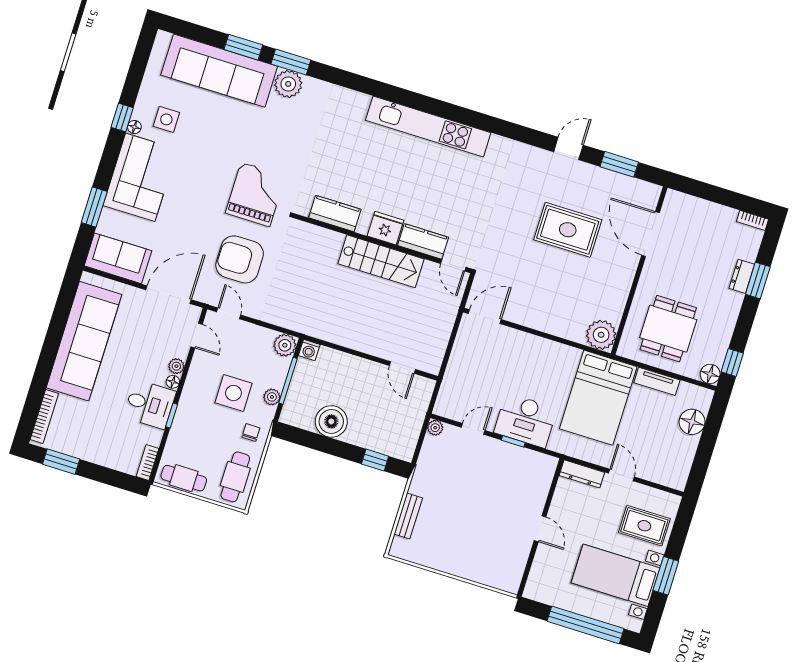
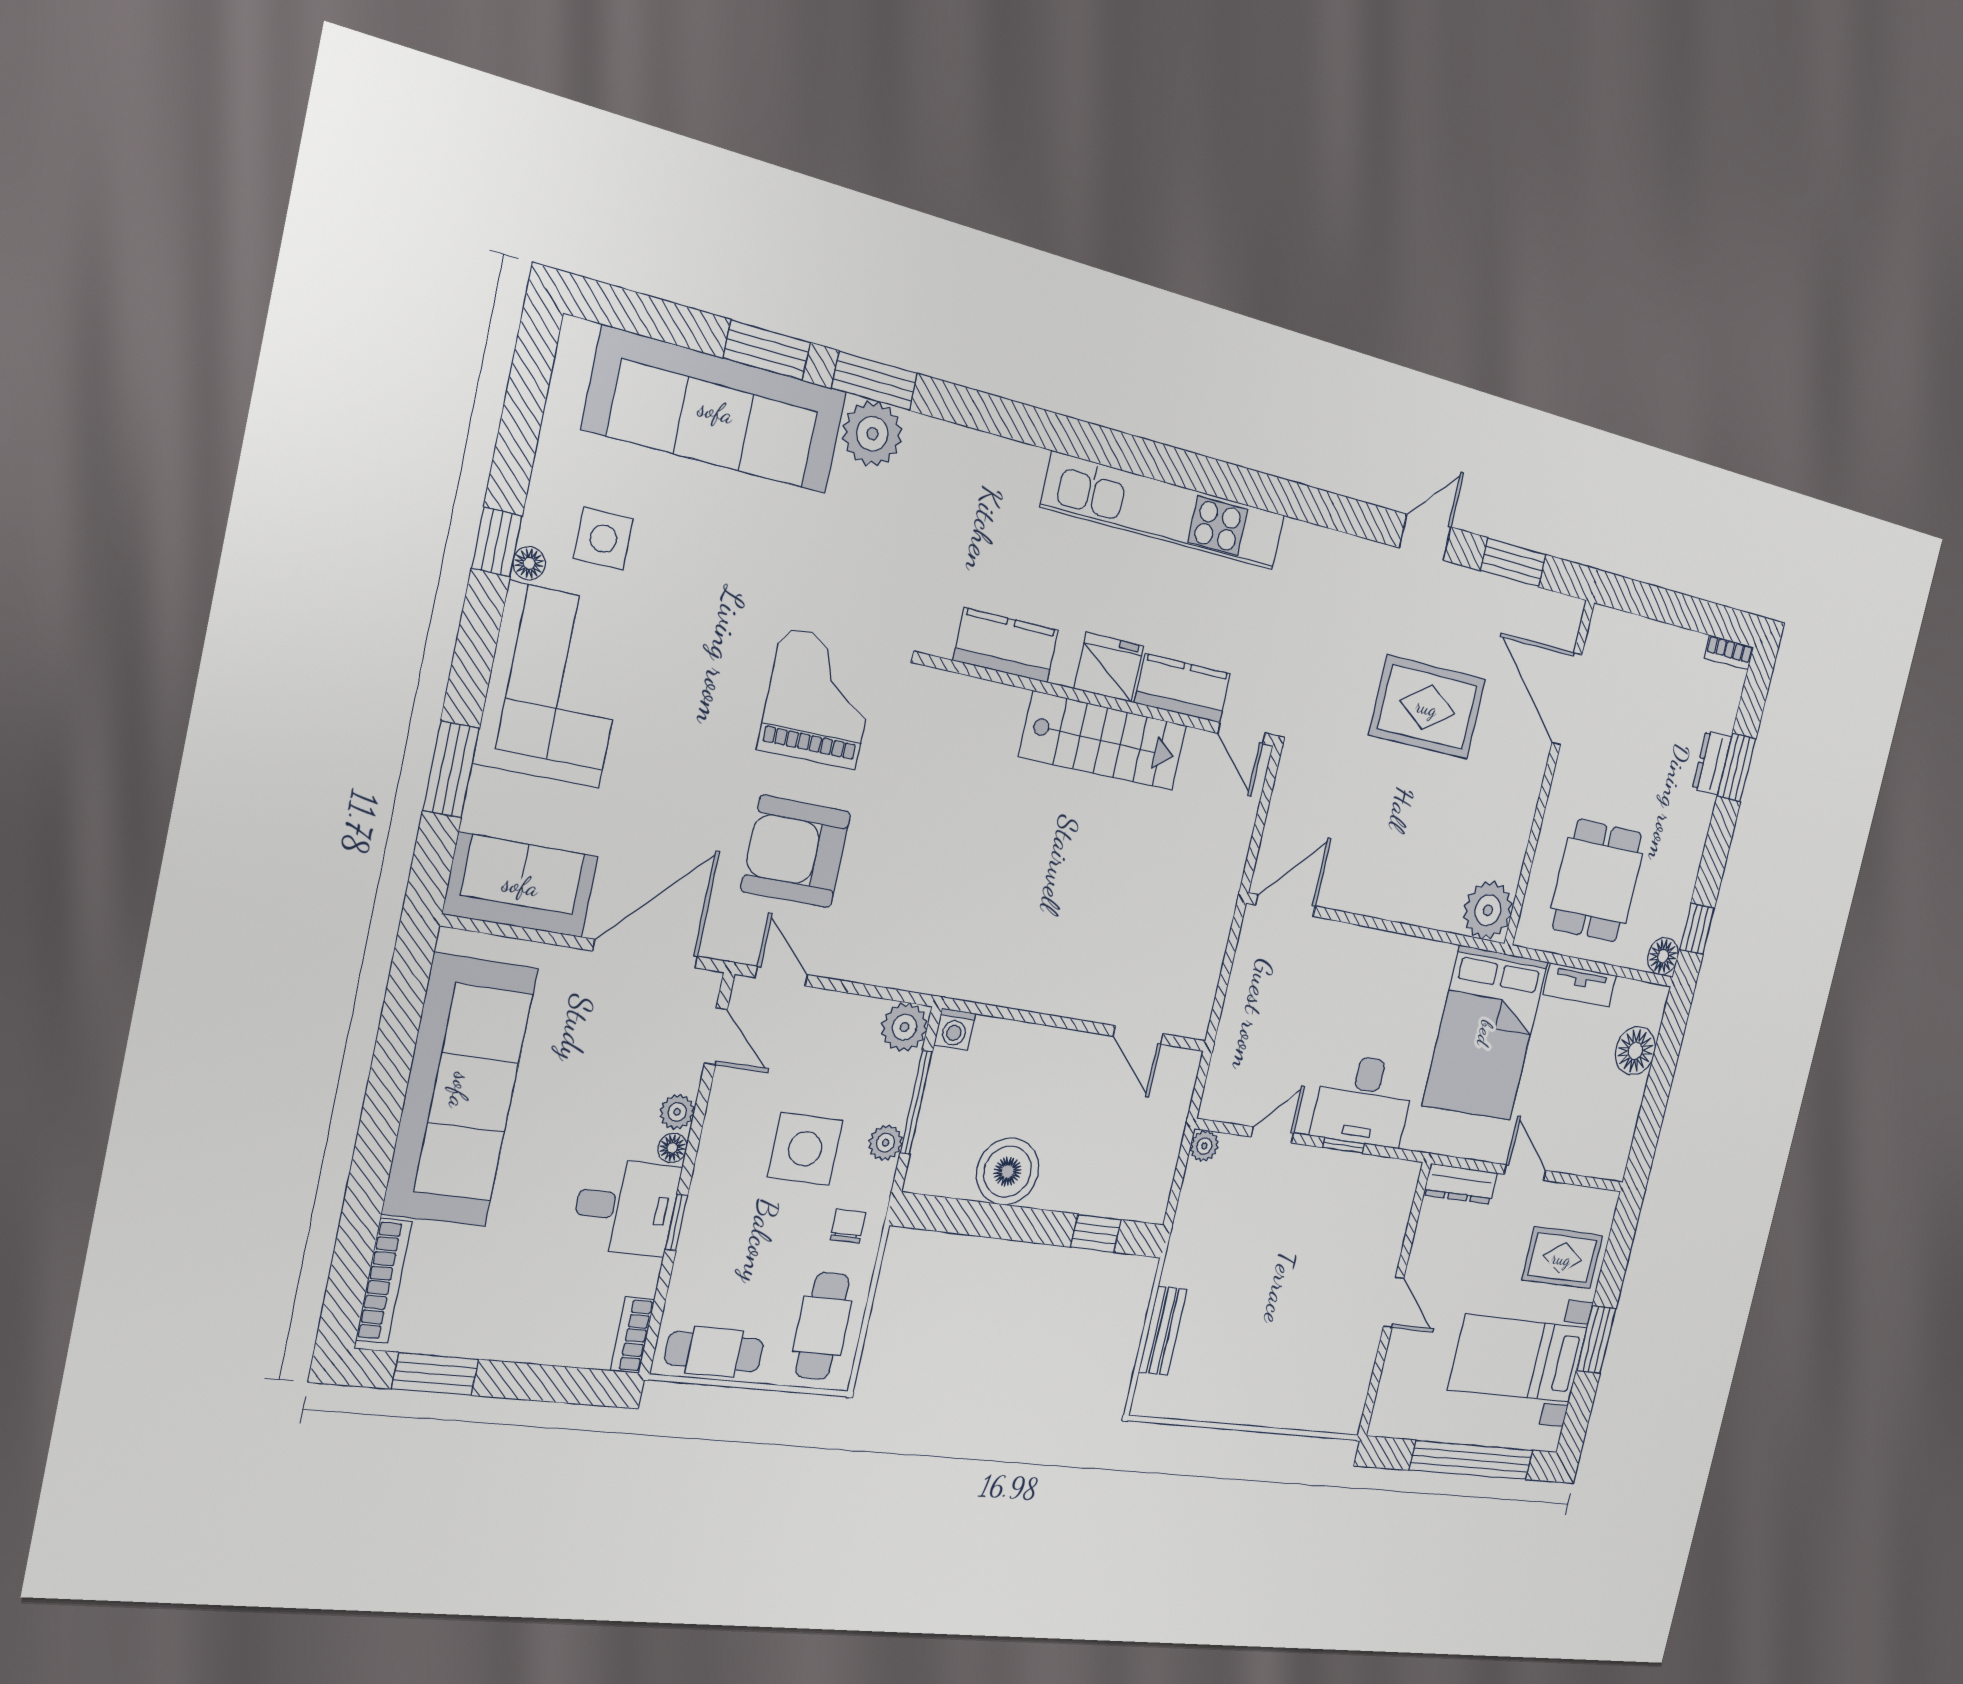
kitchen counter: (335, 214) -> (1006, 645), moved
fridge: (385, 228) -> (1109, 667), moved
kitchen counter: (423, 241) -> (1183, 688), moved
wall: (383, 243) -> (1105, 701), moved
stairs: (381, 261) -> (1103, 741), moved
door: (453, 265) -> (1241, 733), moved

